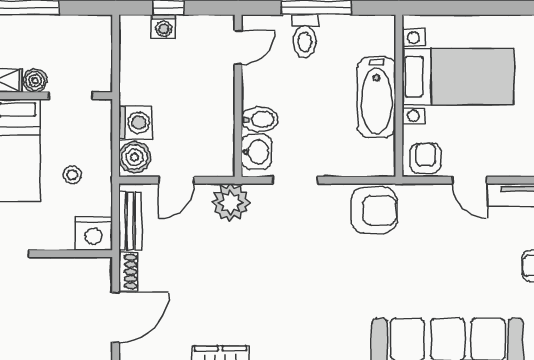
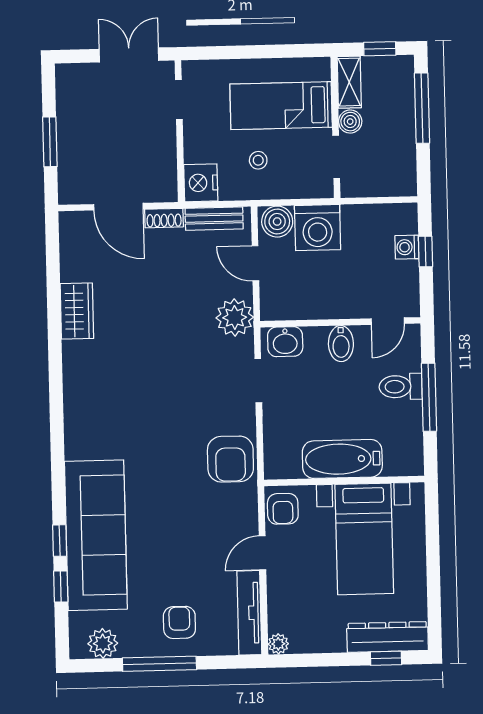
door: (238, 48) -> (388, 321), hinge flipped
bidet: (260, 119) -> (341, 344), moved
washing machine: (136, 123) -> (318, 228), width x1.37, depth x1.37
armchair: (426, 158) -> (283, 509), turned 90

